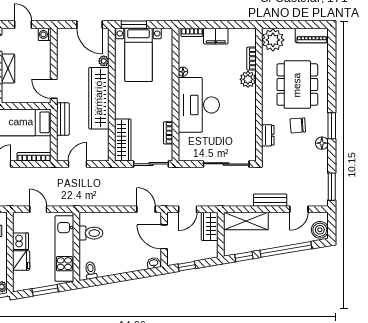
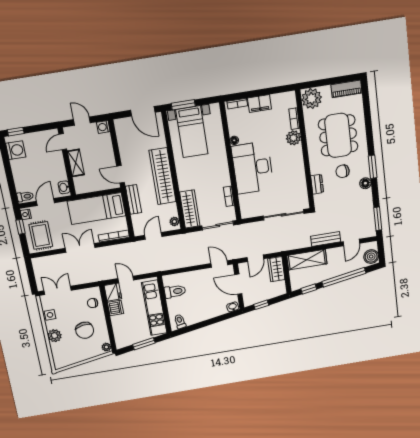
plant: (104, 61) -> (174, 222), moved
fridge: (21, 261) -> (113, 292), moved

